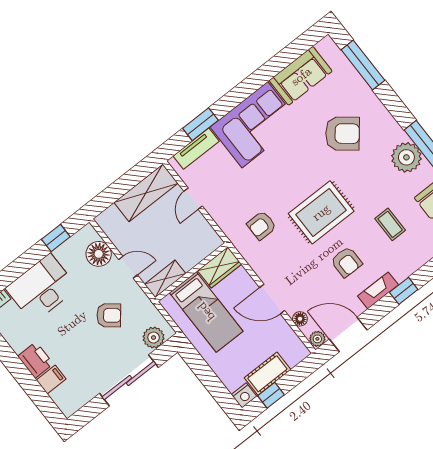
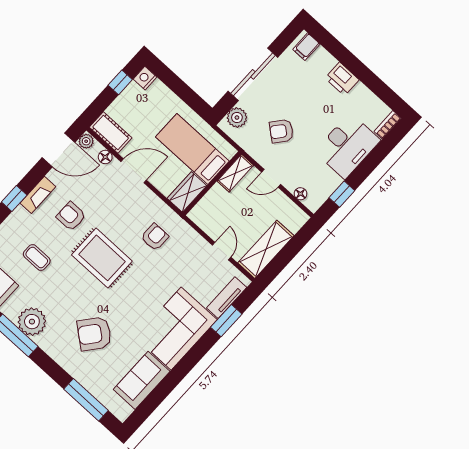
rug: (321, 212) -> (102, 258), turned 90
floor lamp: (99, 254) -> (300, 194), width x0.53, depth x0.53
cot: (267, 374) -> (111, 132), moved, turned 90
filing cabinet: (51, 379) -> (306, 47), moved

